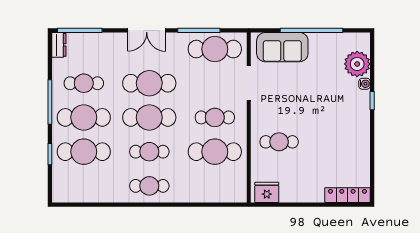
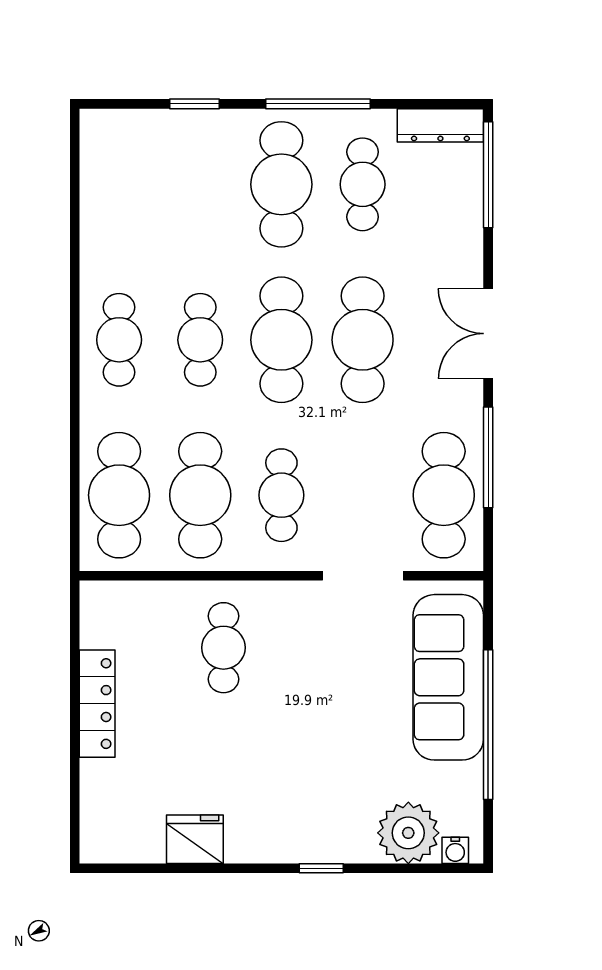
dresser: (59, 45) -> (440, 125), width x1.44
sofa: (282, 47) -> (448, 677), width x1.36
water cooler: (365, 84) -> (455, 850), moved
cafe table: (84, 152) -> (119, 495), moved
fridge: (267, 192) -> (195, 839), moved, turned -90
locker: (347, 195) -> (97, 704), moved

